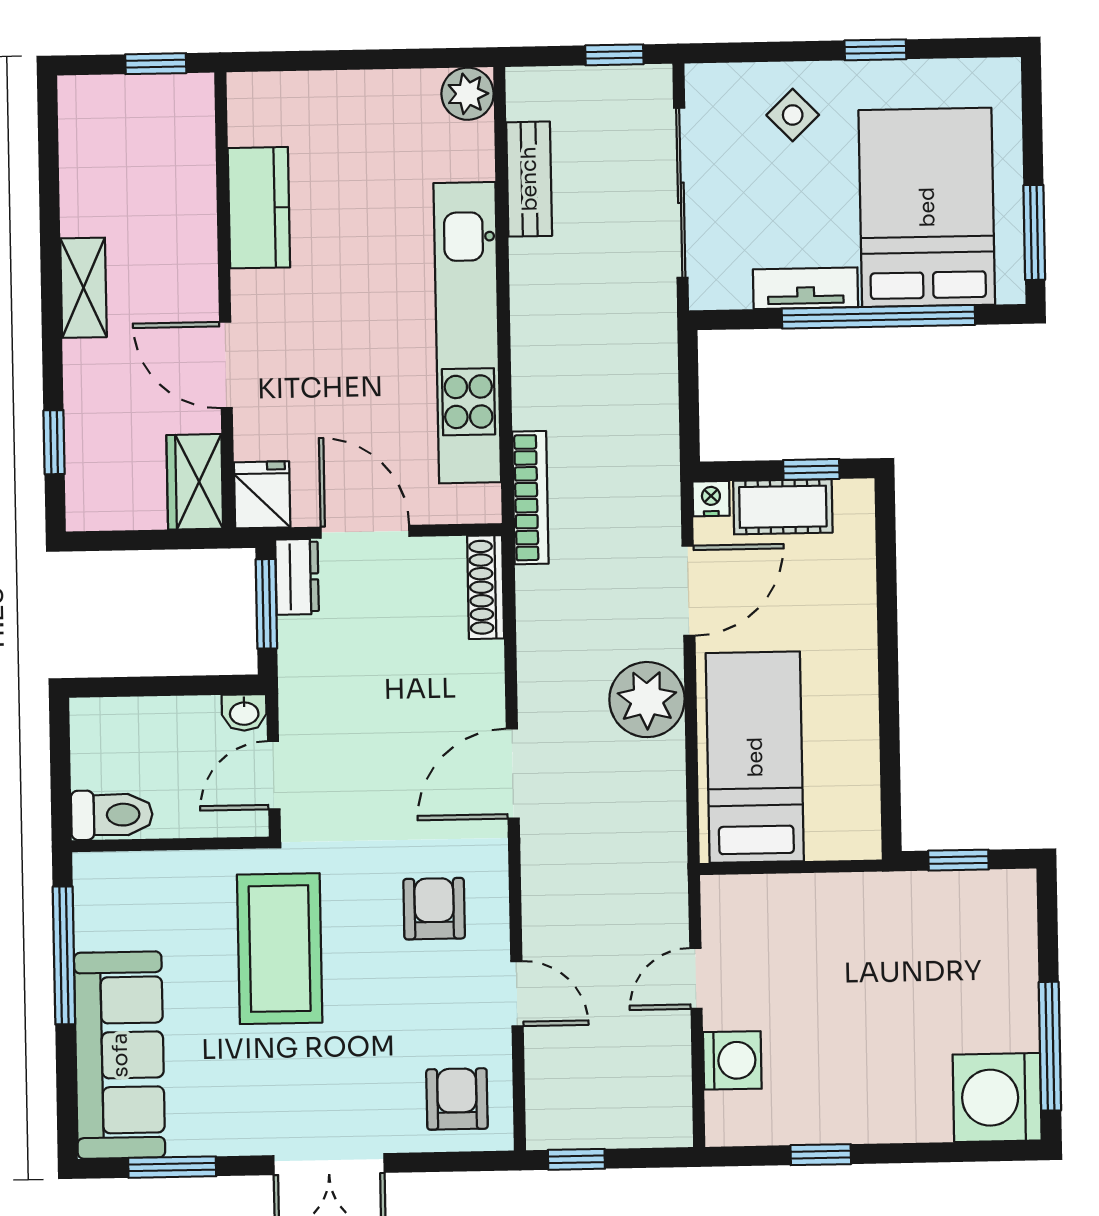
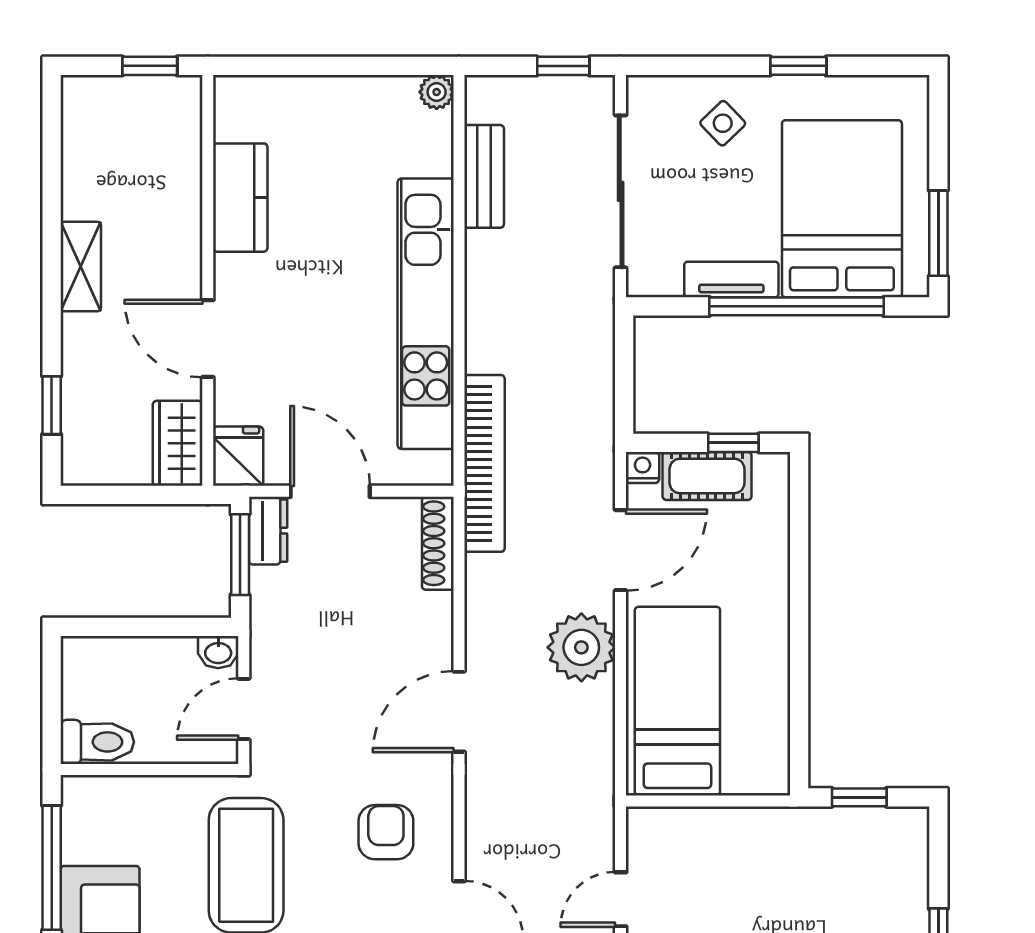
plant: (468, 94) -> (437, 92), width x0.73, depth x0.73
bookcase: (530, 498) -> (485, 463), width x1.48, depth x1.31

